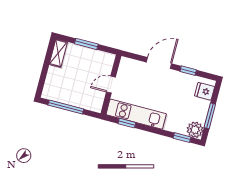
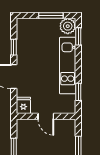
fridge: (205, 91) -> (23, 105), moved, turned 180
kitchen unit: (136, 114) -> (68, 66), moved

